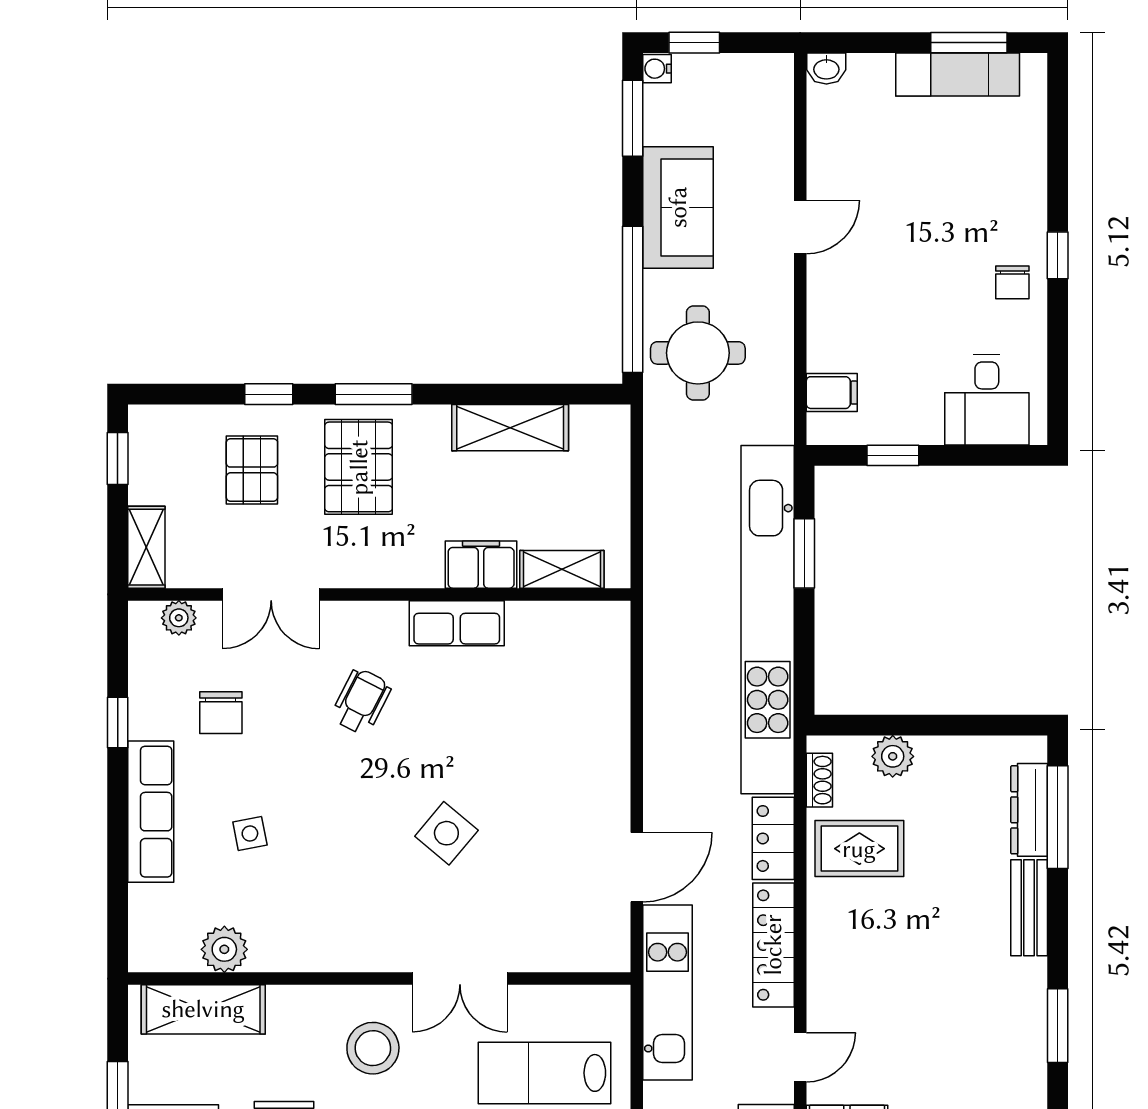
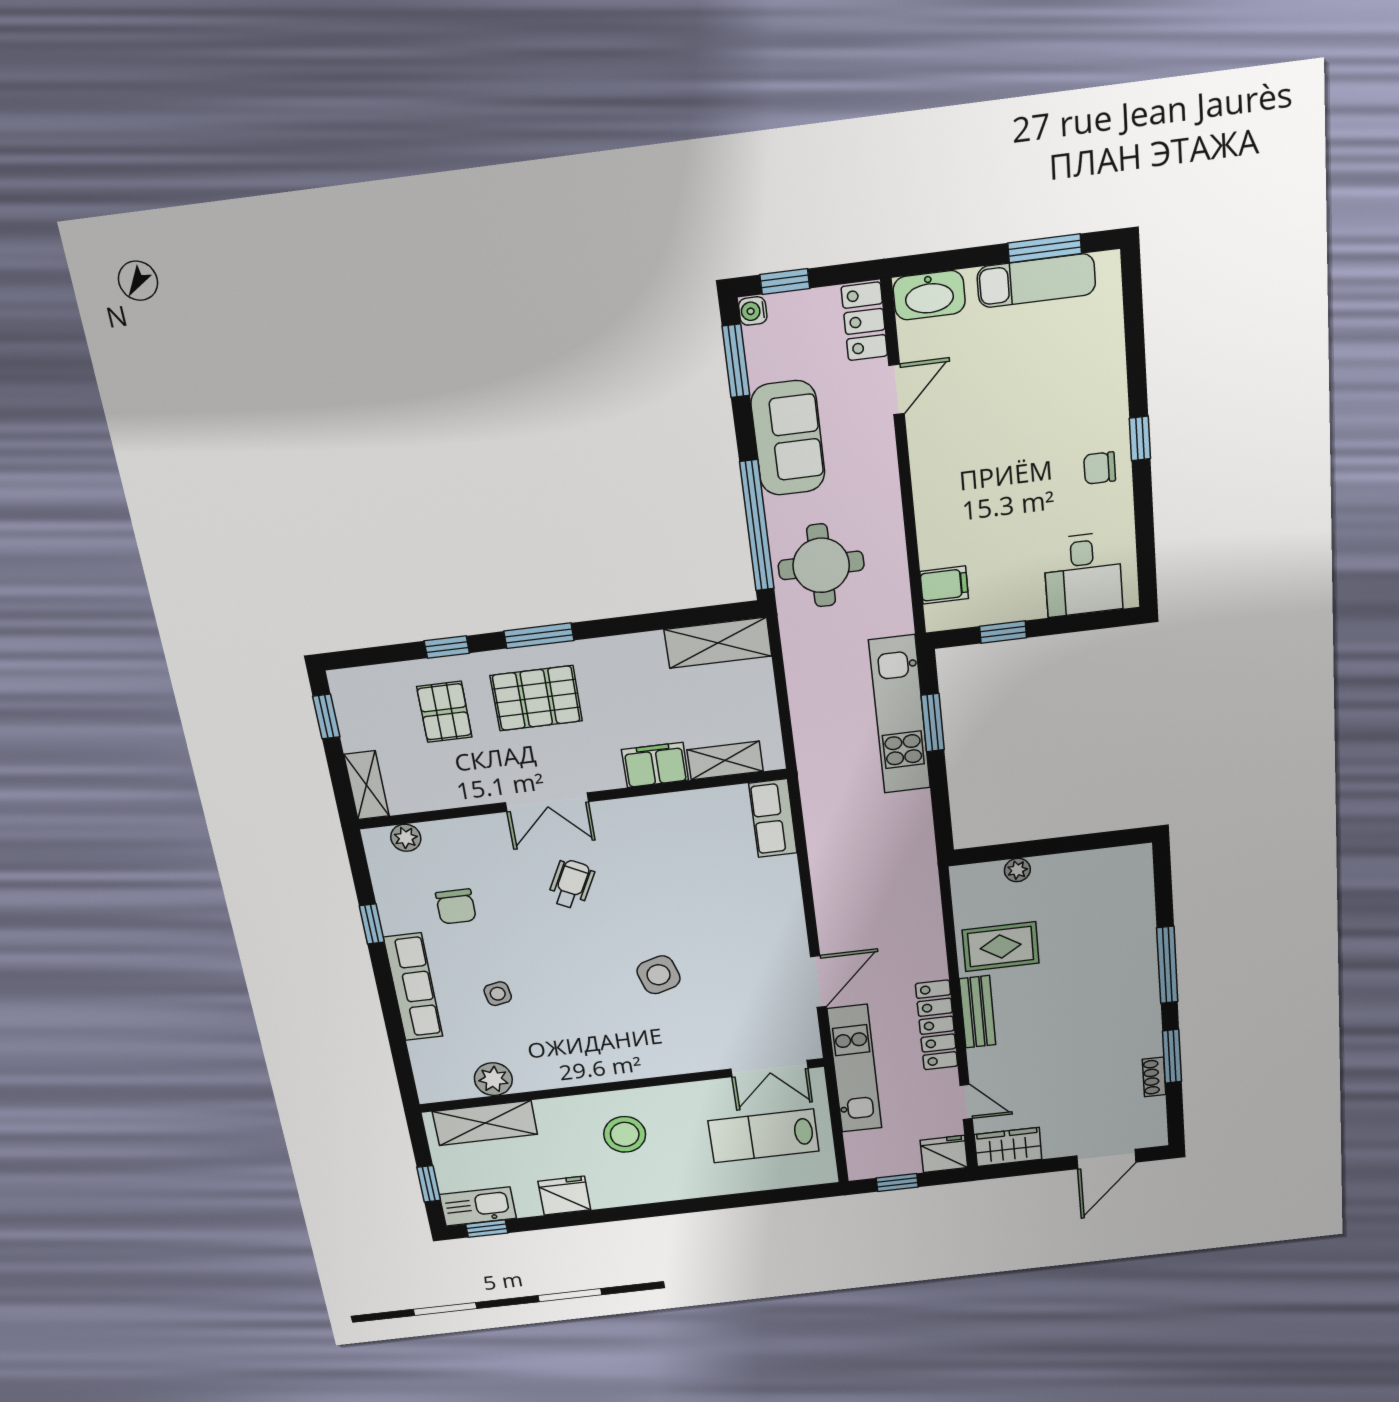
washbasin: (826, 68) -> (929, 295), width x1.91, depth x1.45
door: (800, 227) -> (897, 389), moved
chair: (1012, 282) -> (1100, 468), turned 90
shelving: (510, 428) -> (718, 643), moved
pallet: (359, 467) -> (536, 698), turned 90
double door: (271, 594) -> (547, 802), moved
kitchen unit: (768, 620) -> (900, 715), width x0.54
row of seats: (457, 623) -> (773, 818), moved, turned 90
plant: (893, 756) -> (1017, 870), width x0.73, depth x0.73
shoe rack: (819, 780) -> (1154, 1077), moved, turned 180
dresser: (1029, 810) -> (1140, 901), removed
window: (1058, 817) -> (1167, 965), moved
side table: (446, 833) -> (659, 975), turned 33
locker: (773, 838) -> (864, 321), moved
bench: (1029, 908) -> (978, 1012), moved
double door: (460, 979) -> (769, 1069), moved
door: (800, 1057) -> (966, 1102), hinge flipped

